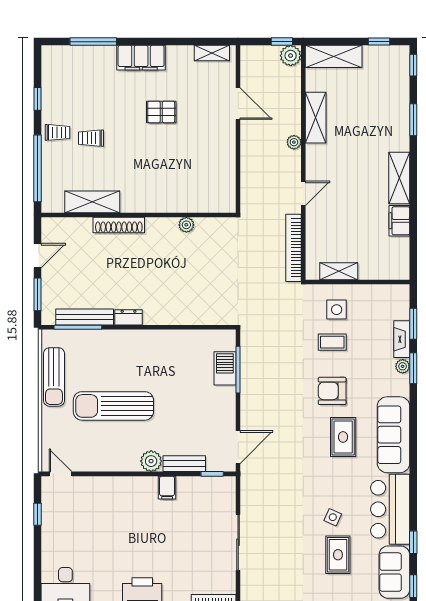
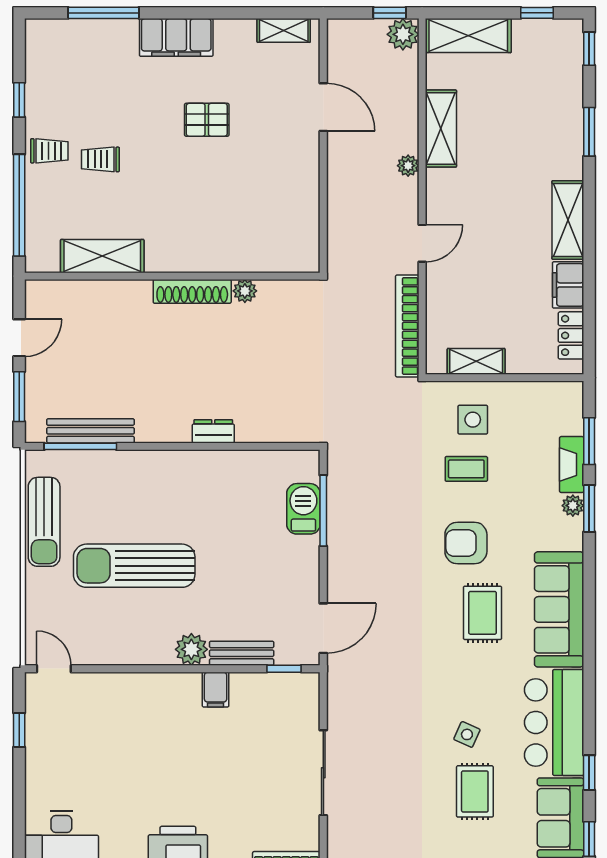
shoe rack: (119, 225) -> (192, 291), moved
locker: (401, 254) -> (571, 335), added
dresser: (129, 317) -> (213, 431), moved

